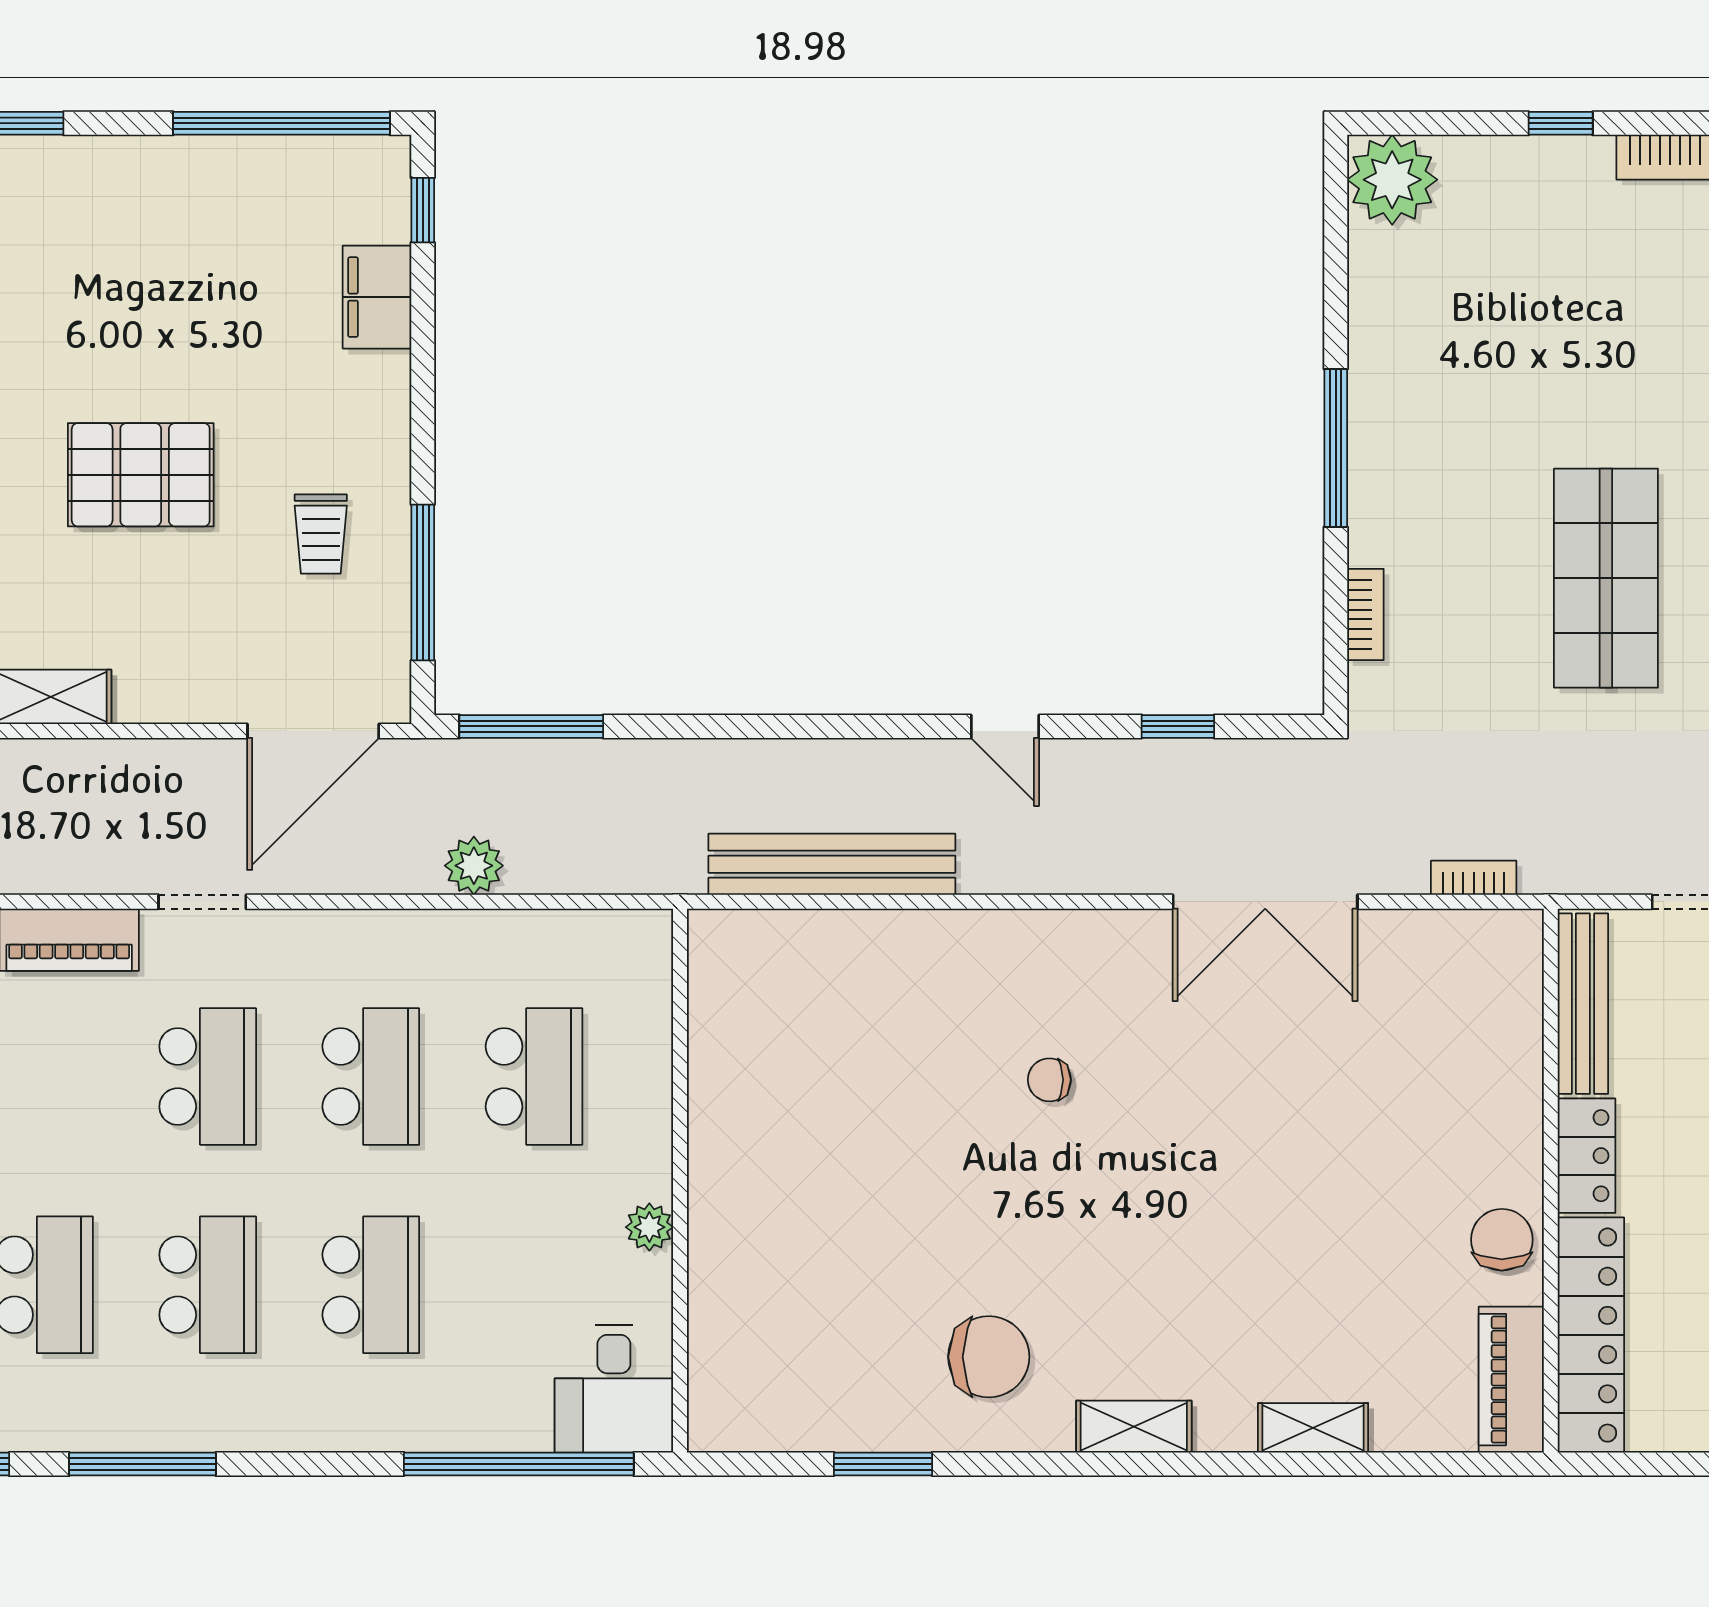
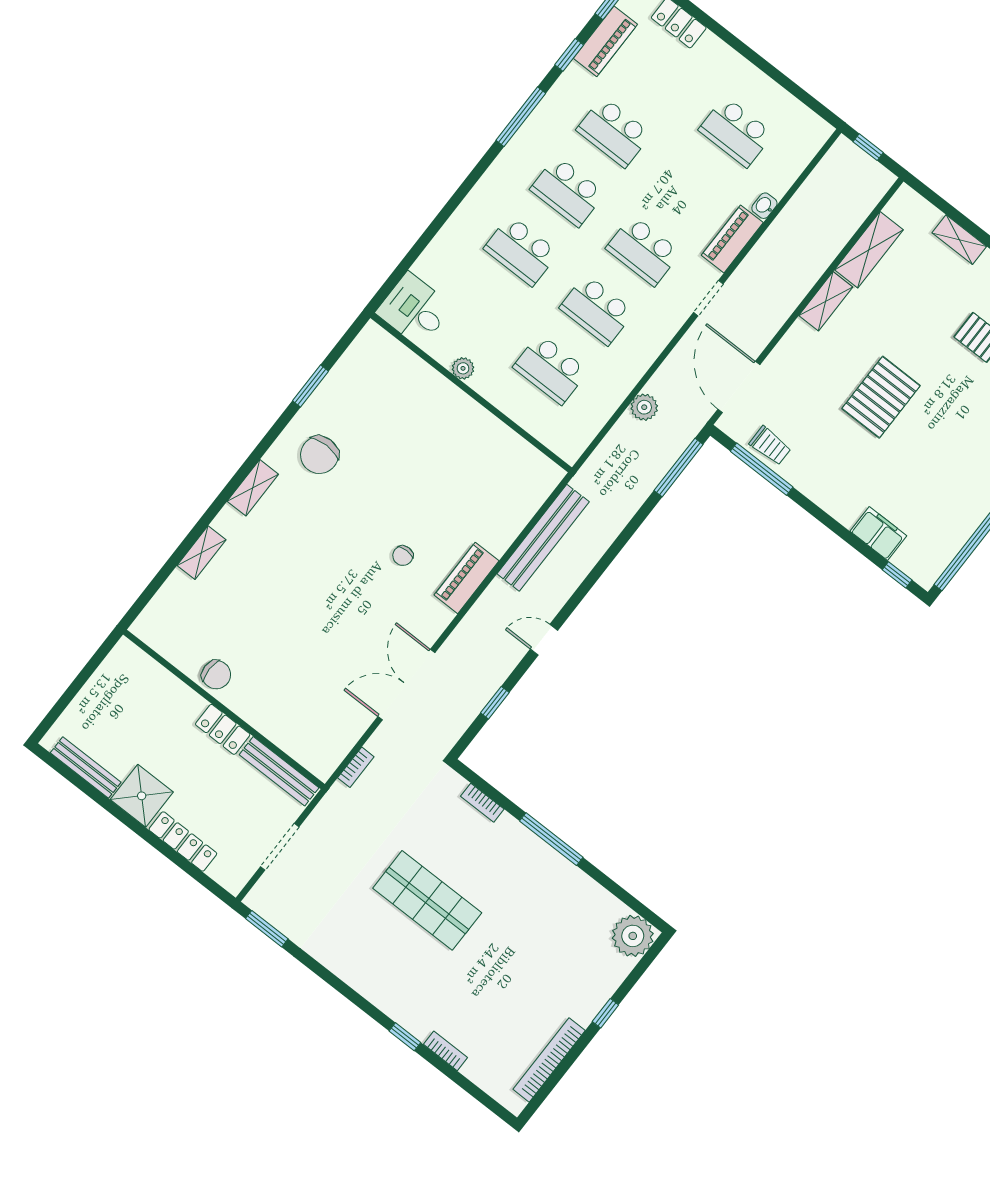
trolley: (321, 534) -> (770, 446), moved, turned 180
chair: (1049, 1080) -> (403, 556), turned 180
locker: (1591, 1335) -> (156, 680), removed
piano: (1511, 1380) -> (467, 578), moved, turned -90
window: (519, 1464) -> (414, 253), removed

